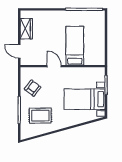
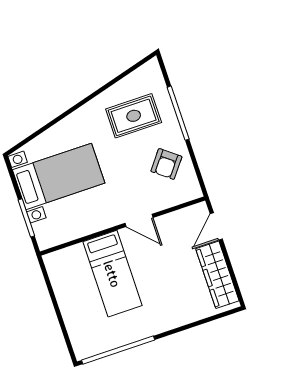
wardrobe: (26, 29) -> (217, 275), width x1.50
door: (19, 51) -> (216, 226), swing flipped

